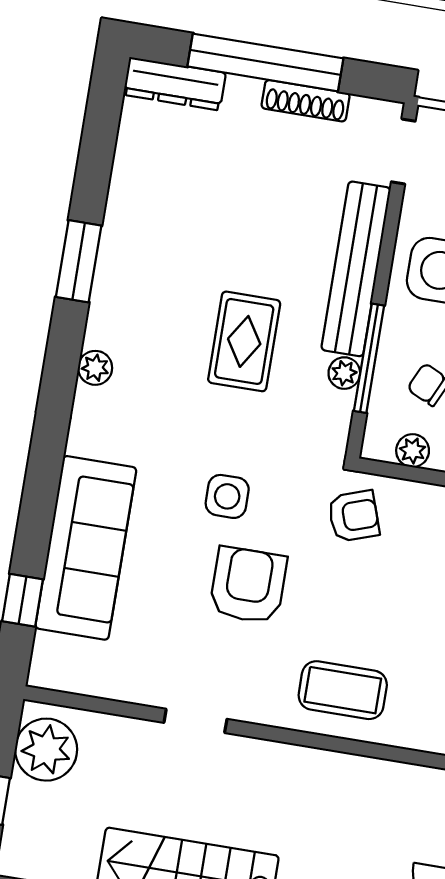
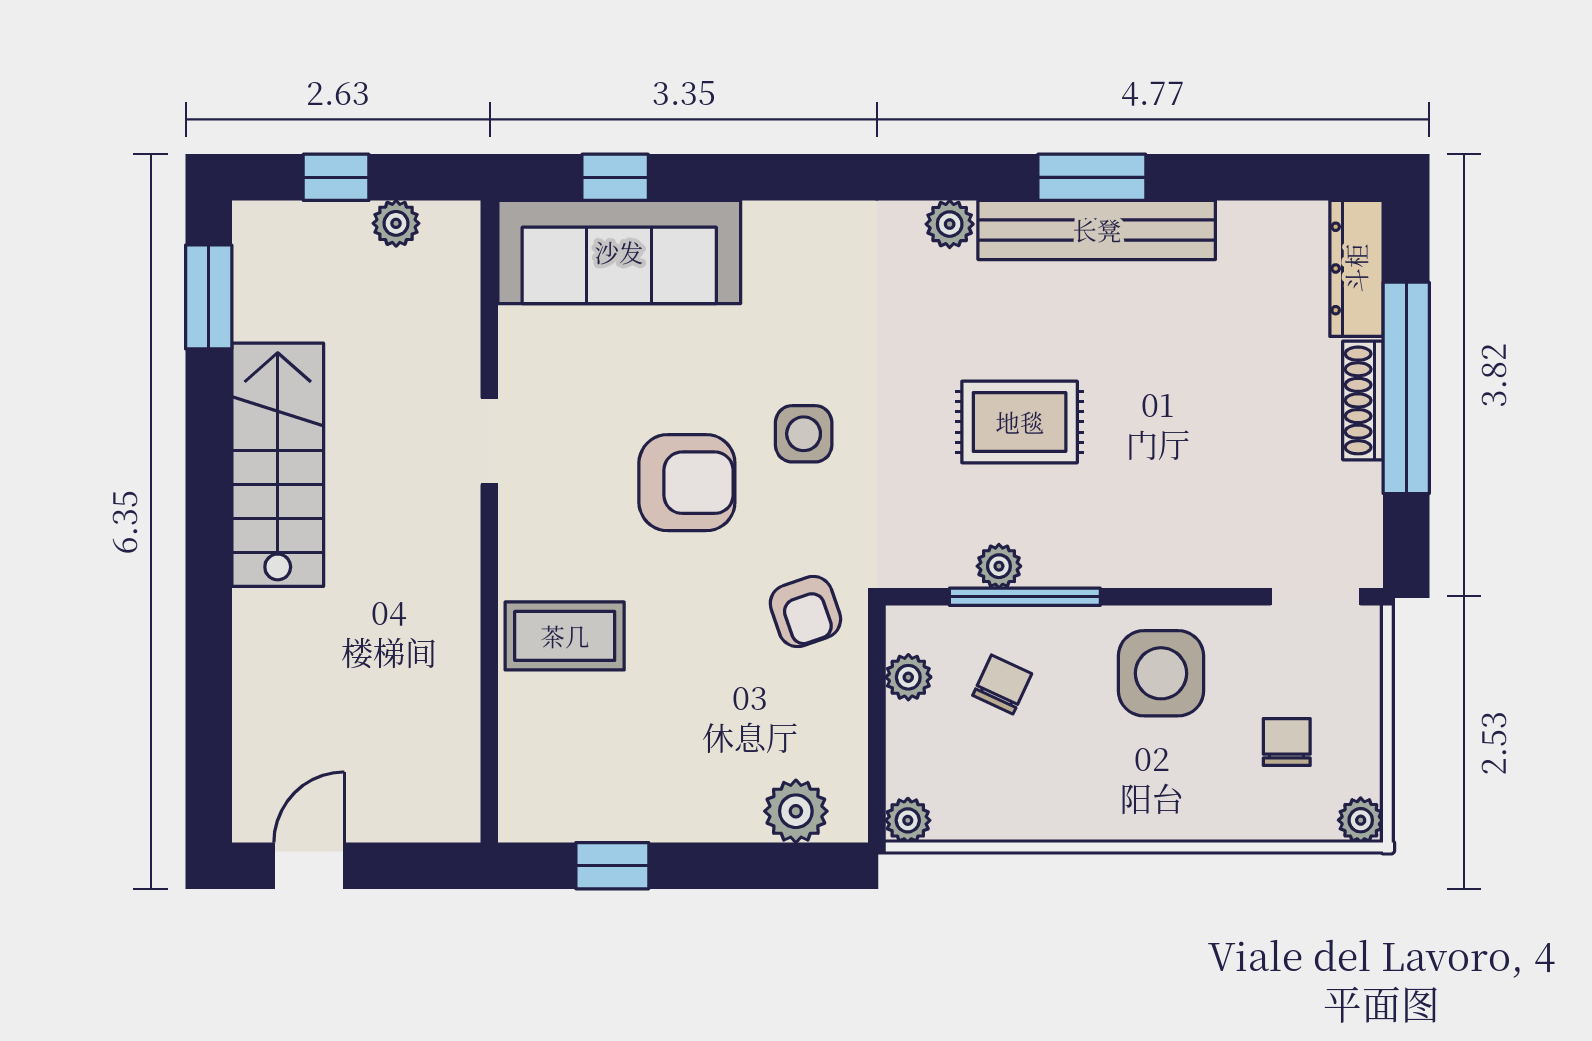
shoe rack: (306, 101) -> (1363, 400), moved
bench: (356, 269) -> (1097, 230), moved
sofa: (86, 548) -> (619, 252), moved
coffee table: (343, 690) -> (565, 636), turned 90
plant: (46, 750) -> (396, 223), width x0.53, depth x0.53

